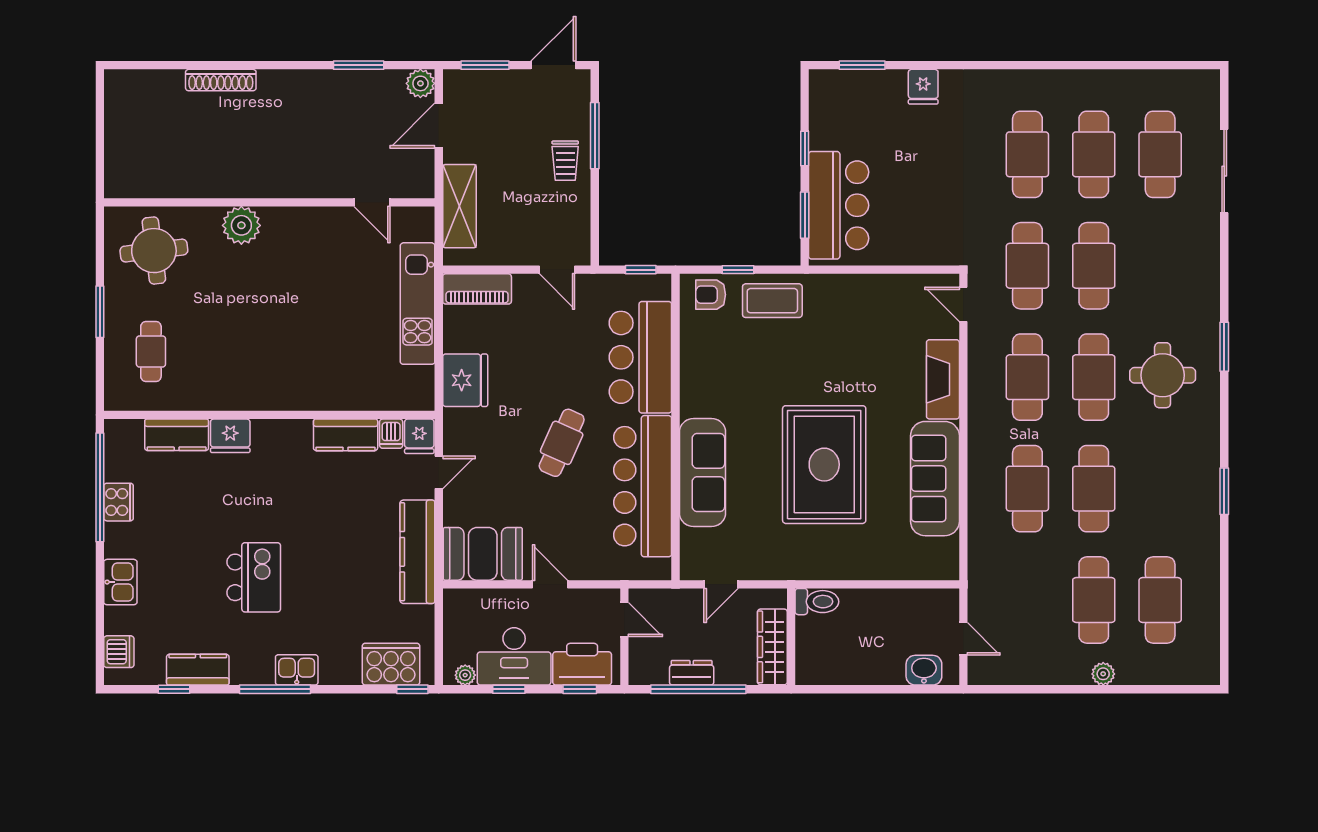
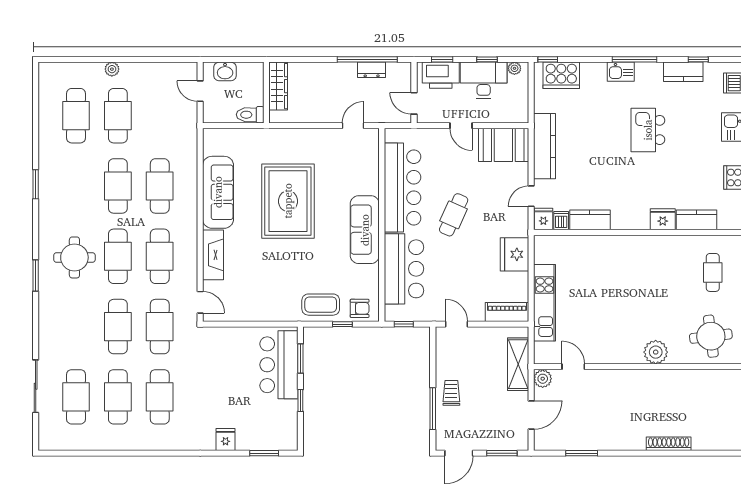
plant: (420, 83) -> (543, 379), moved
sofa: (702, 473) -> (365, 230), moved
toilet: (817, 602) -> (250, 115), moved
wall: (791, 637) -> (266, 92), moved
wardrobe: (772, 647) -> (278, 86), moved

